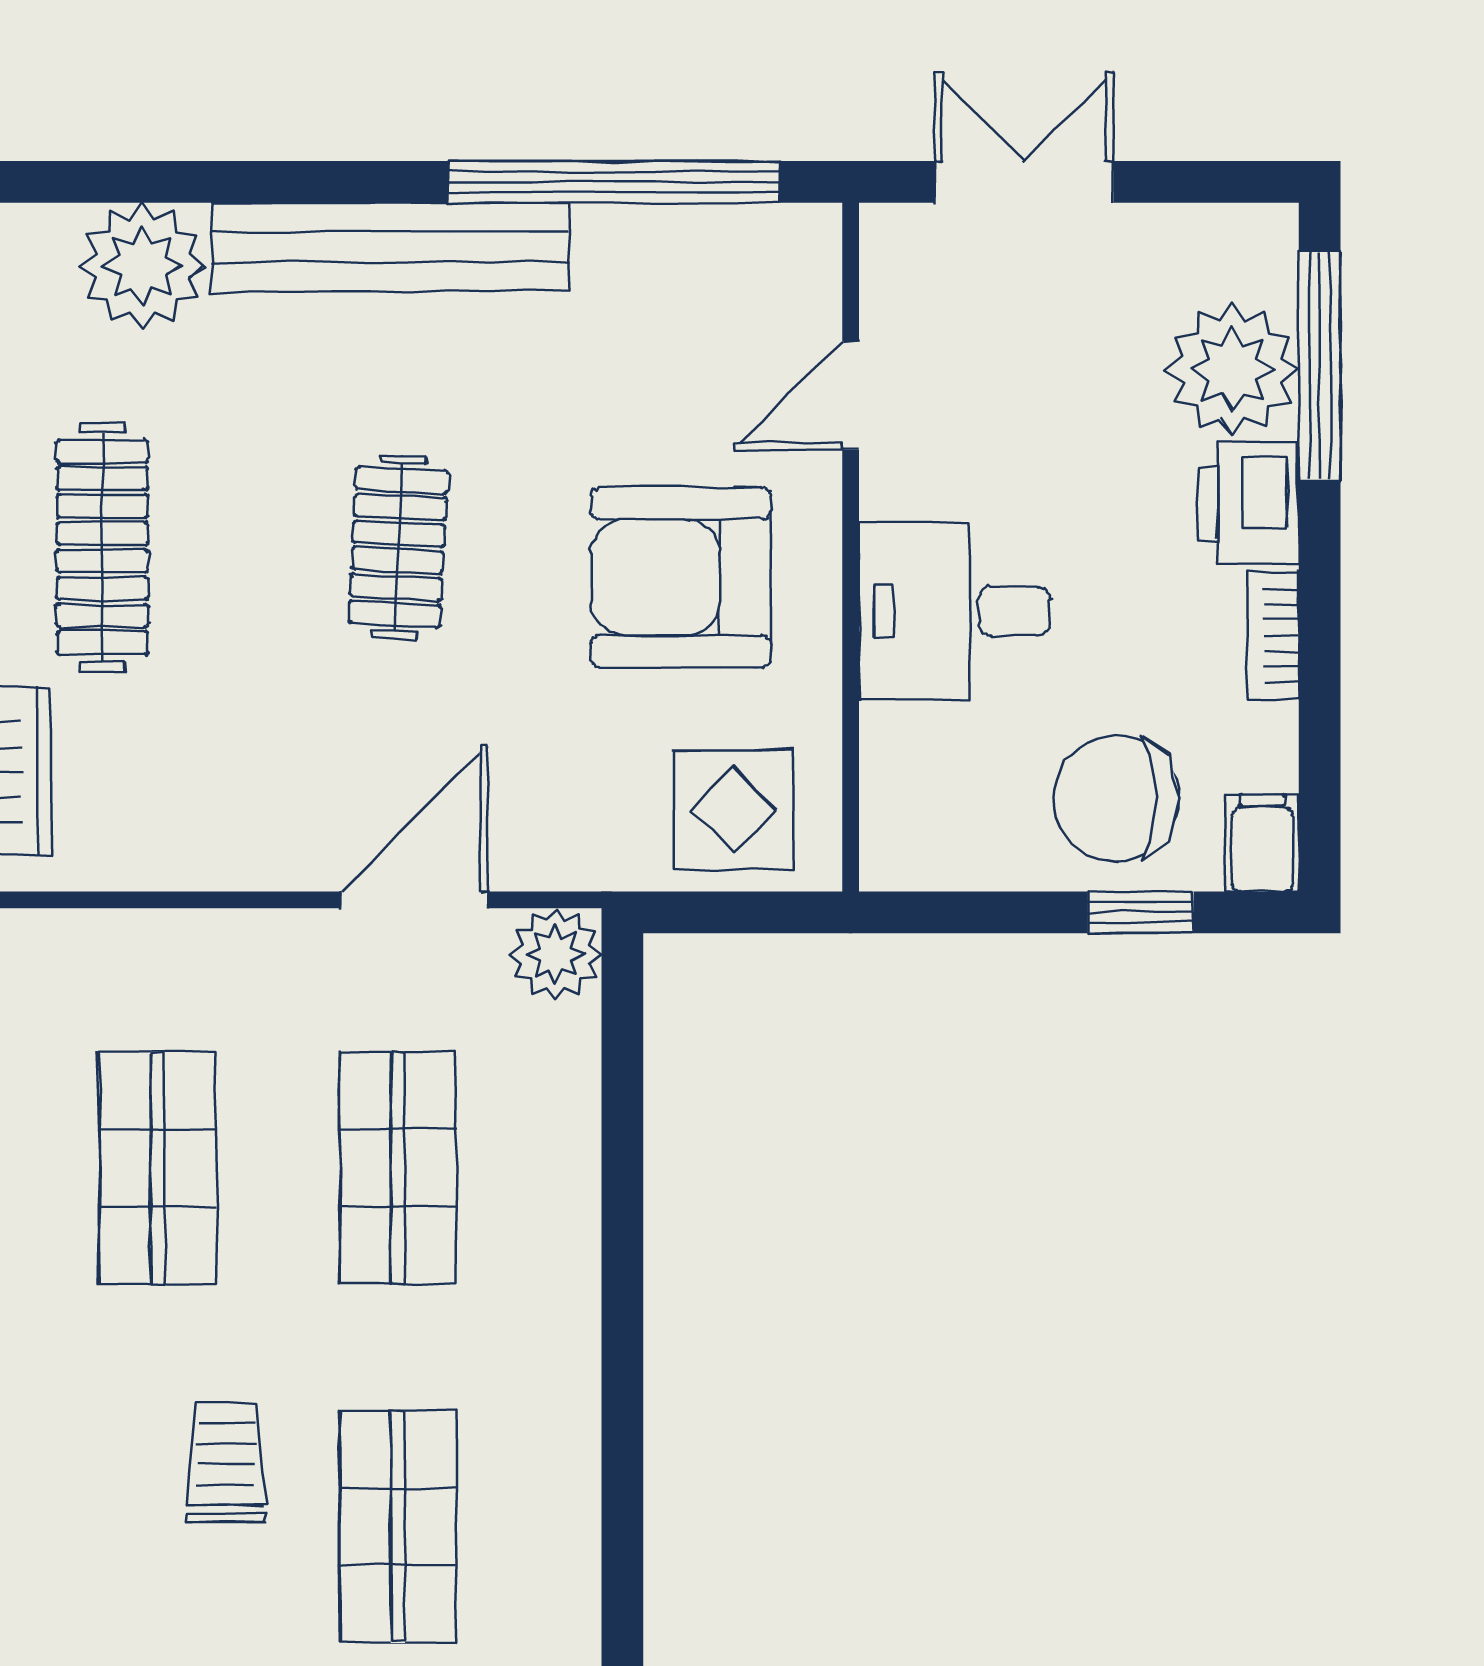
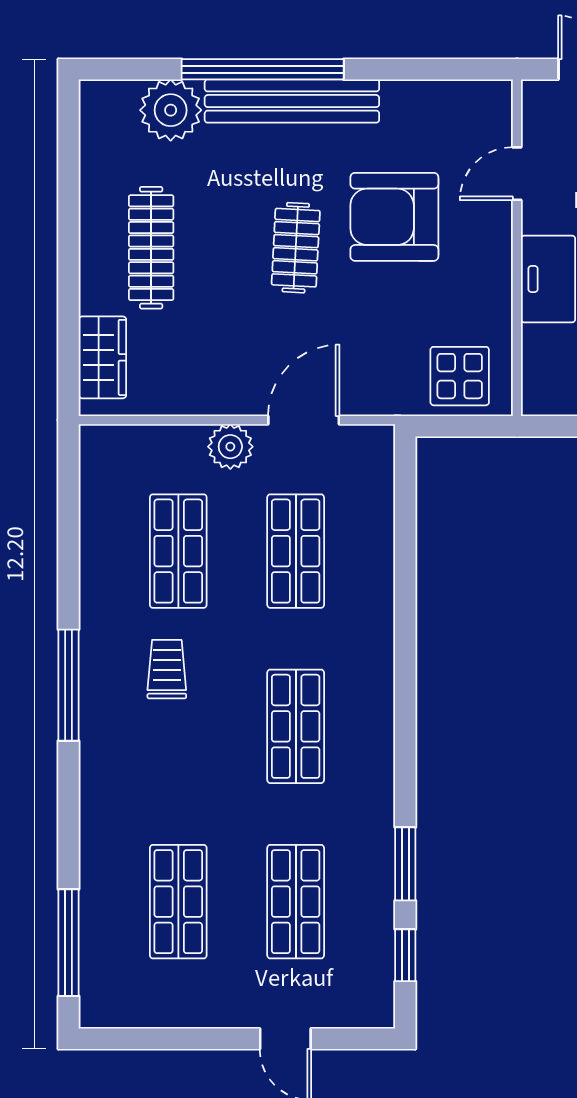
window: (614, 182) -> (263, 69), moved
armchair: (681, 577) -> (394, 217), moved
plant: (556, 954) -> (230, 447), moved
trolley: (226, 1463) -> (167, 669), moved

